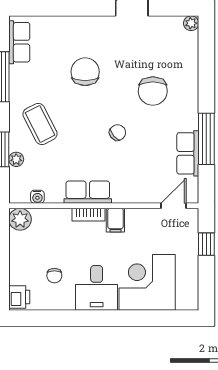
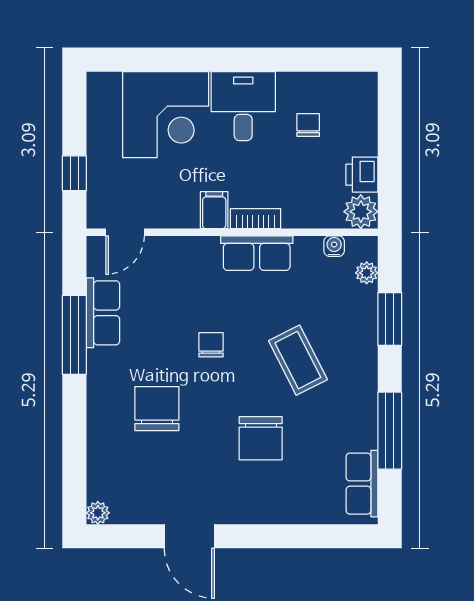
coffee table: (40, 124) -> (298, 360), moved
chair: (117, 133) -> (211, 345), turned 130
plant: (16, 159) -> (367, 273), moved
printer: (19, 297) -> (362, 175), moved

